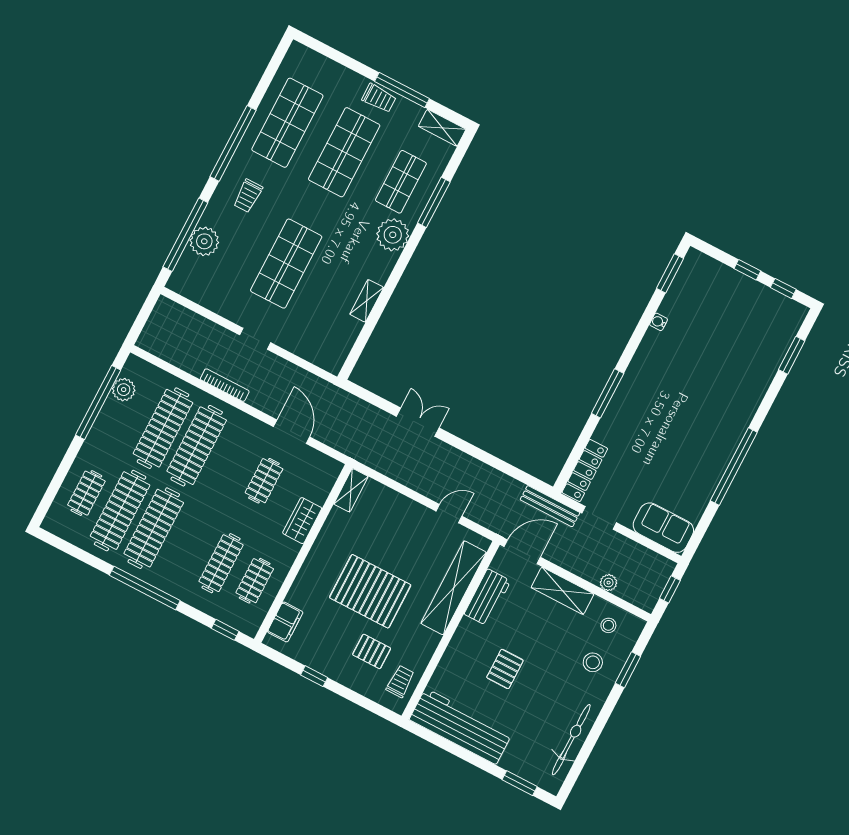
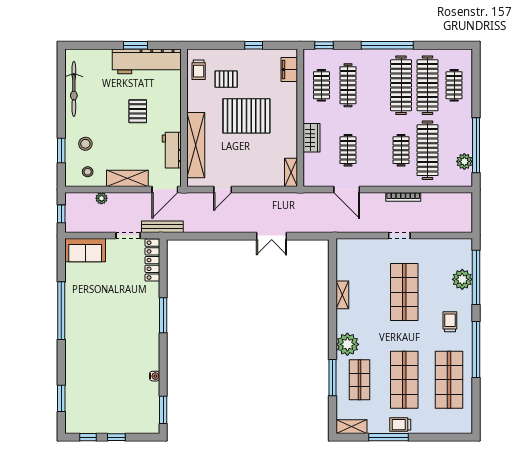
clothes rail: (197, 446) -> (401, 150), width x0.54, depth x0.76
window: (520, 783) -> (136, 45), moved

